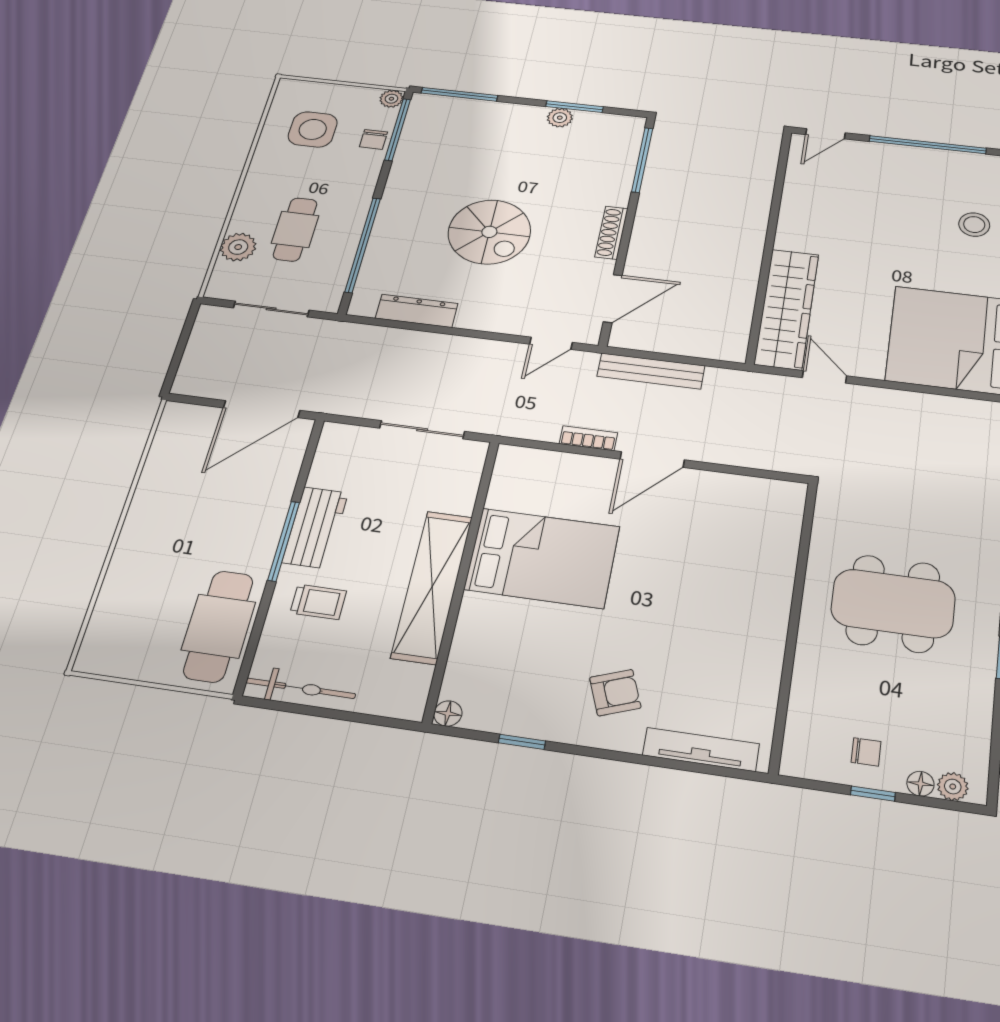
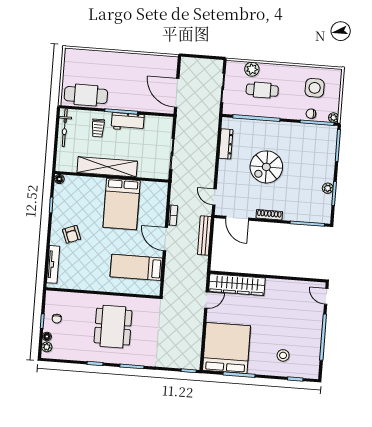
bed: (725, 534) -> (136, 267), added

